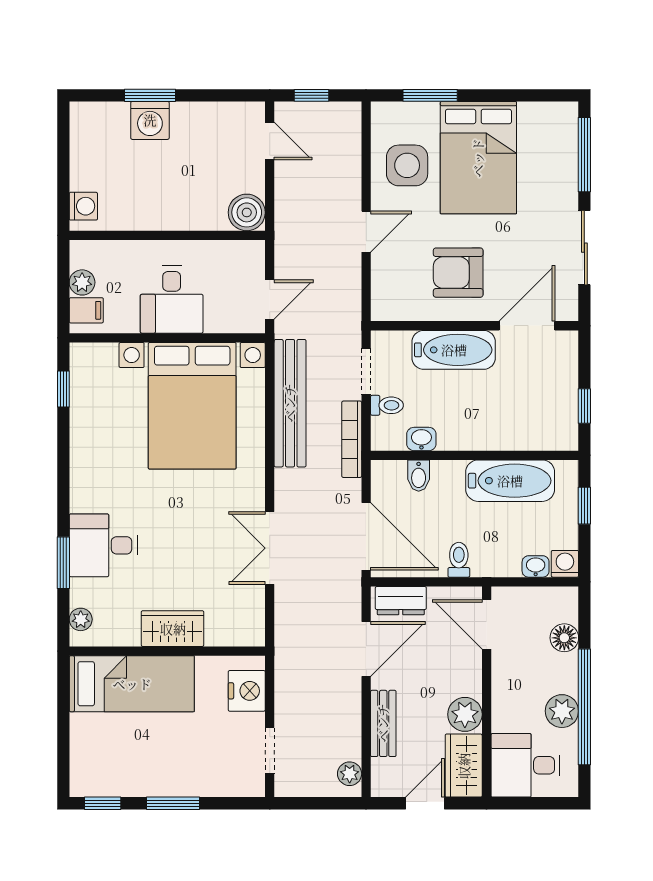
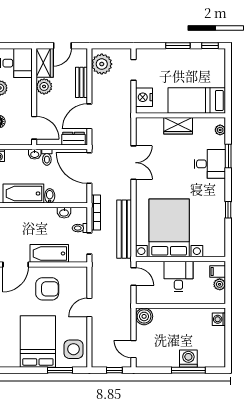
window: (150, 95) -> (188, 370), width x1.44
side table: (407, 165) -> (73, 349), moved
door: (270, 299) -> (134, 277), swing flipped
window: (63, 389) -> (228, 210), moved
bidet: (419, 476) -> (50, 196), moved
washbasin: (536, 566) -> (35, 154), moved
plant: (350, 774) -> (102, 64), width x1.88, depth x1.88

